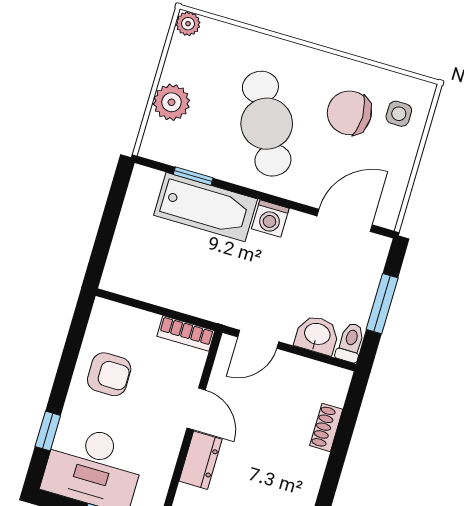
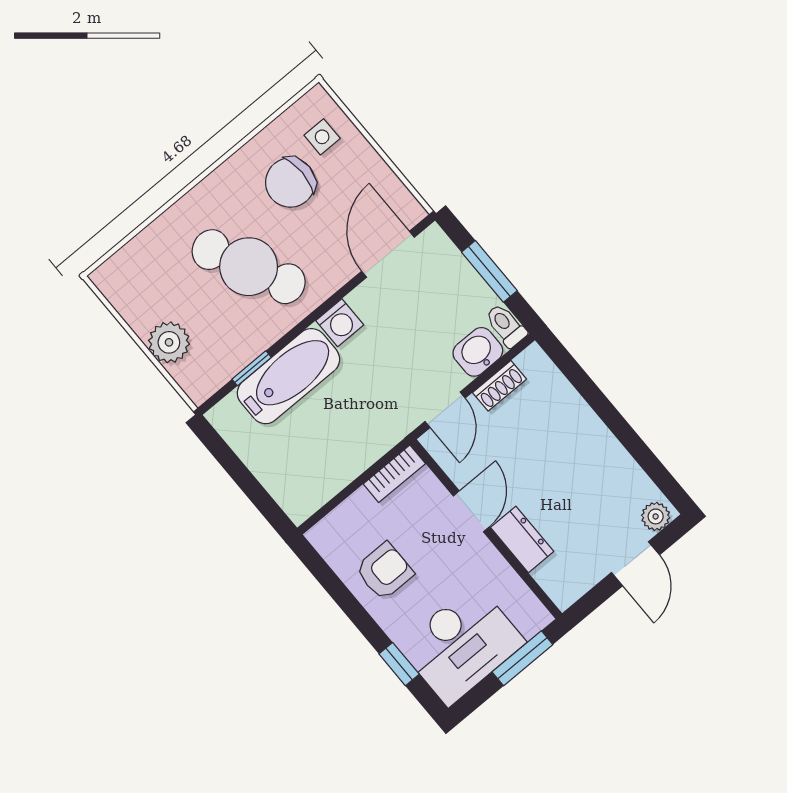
plant: (188, 24) -> (106, 278), removed
door: (196, 409) -> (471, 511), hinge flipped
shoe rack: (326, 427) -> (499, 386), moved, turned -90

